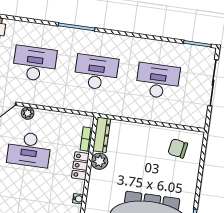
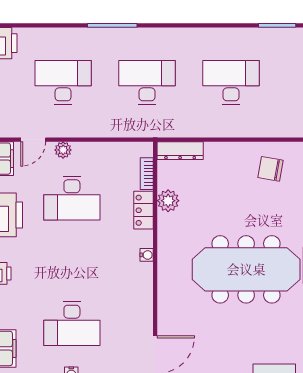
dresser: (102, 135) -> (180, 151), moved, turned 90

